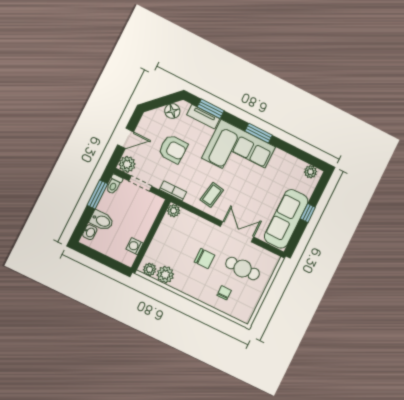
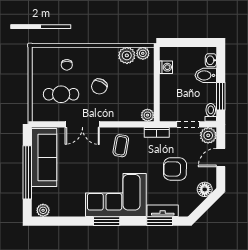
floor lamp: (172, 111) -> (205, 189), moved
window: (308, 213) -> (27, 172), width x3.17
chair: (204, 259) -> (99, 86), turned -63

